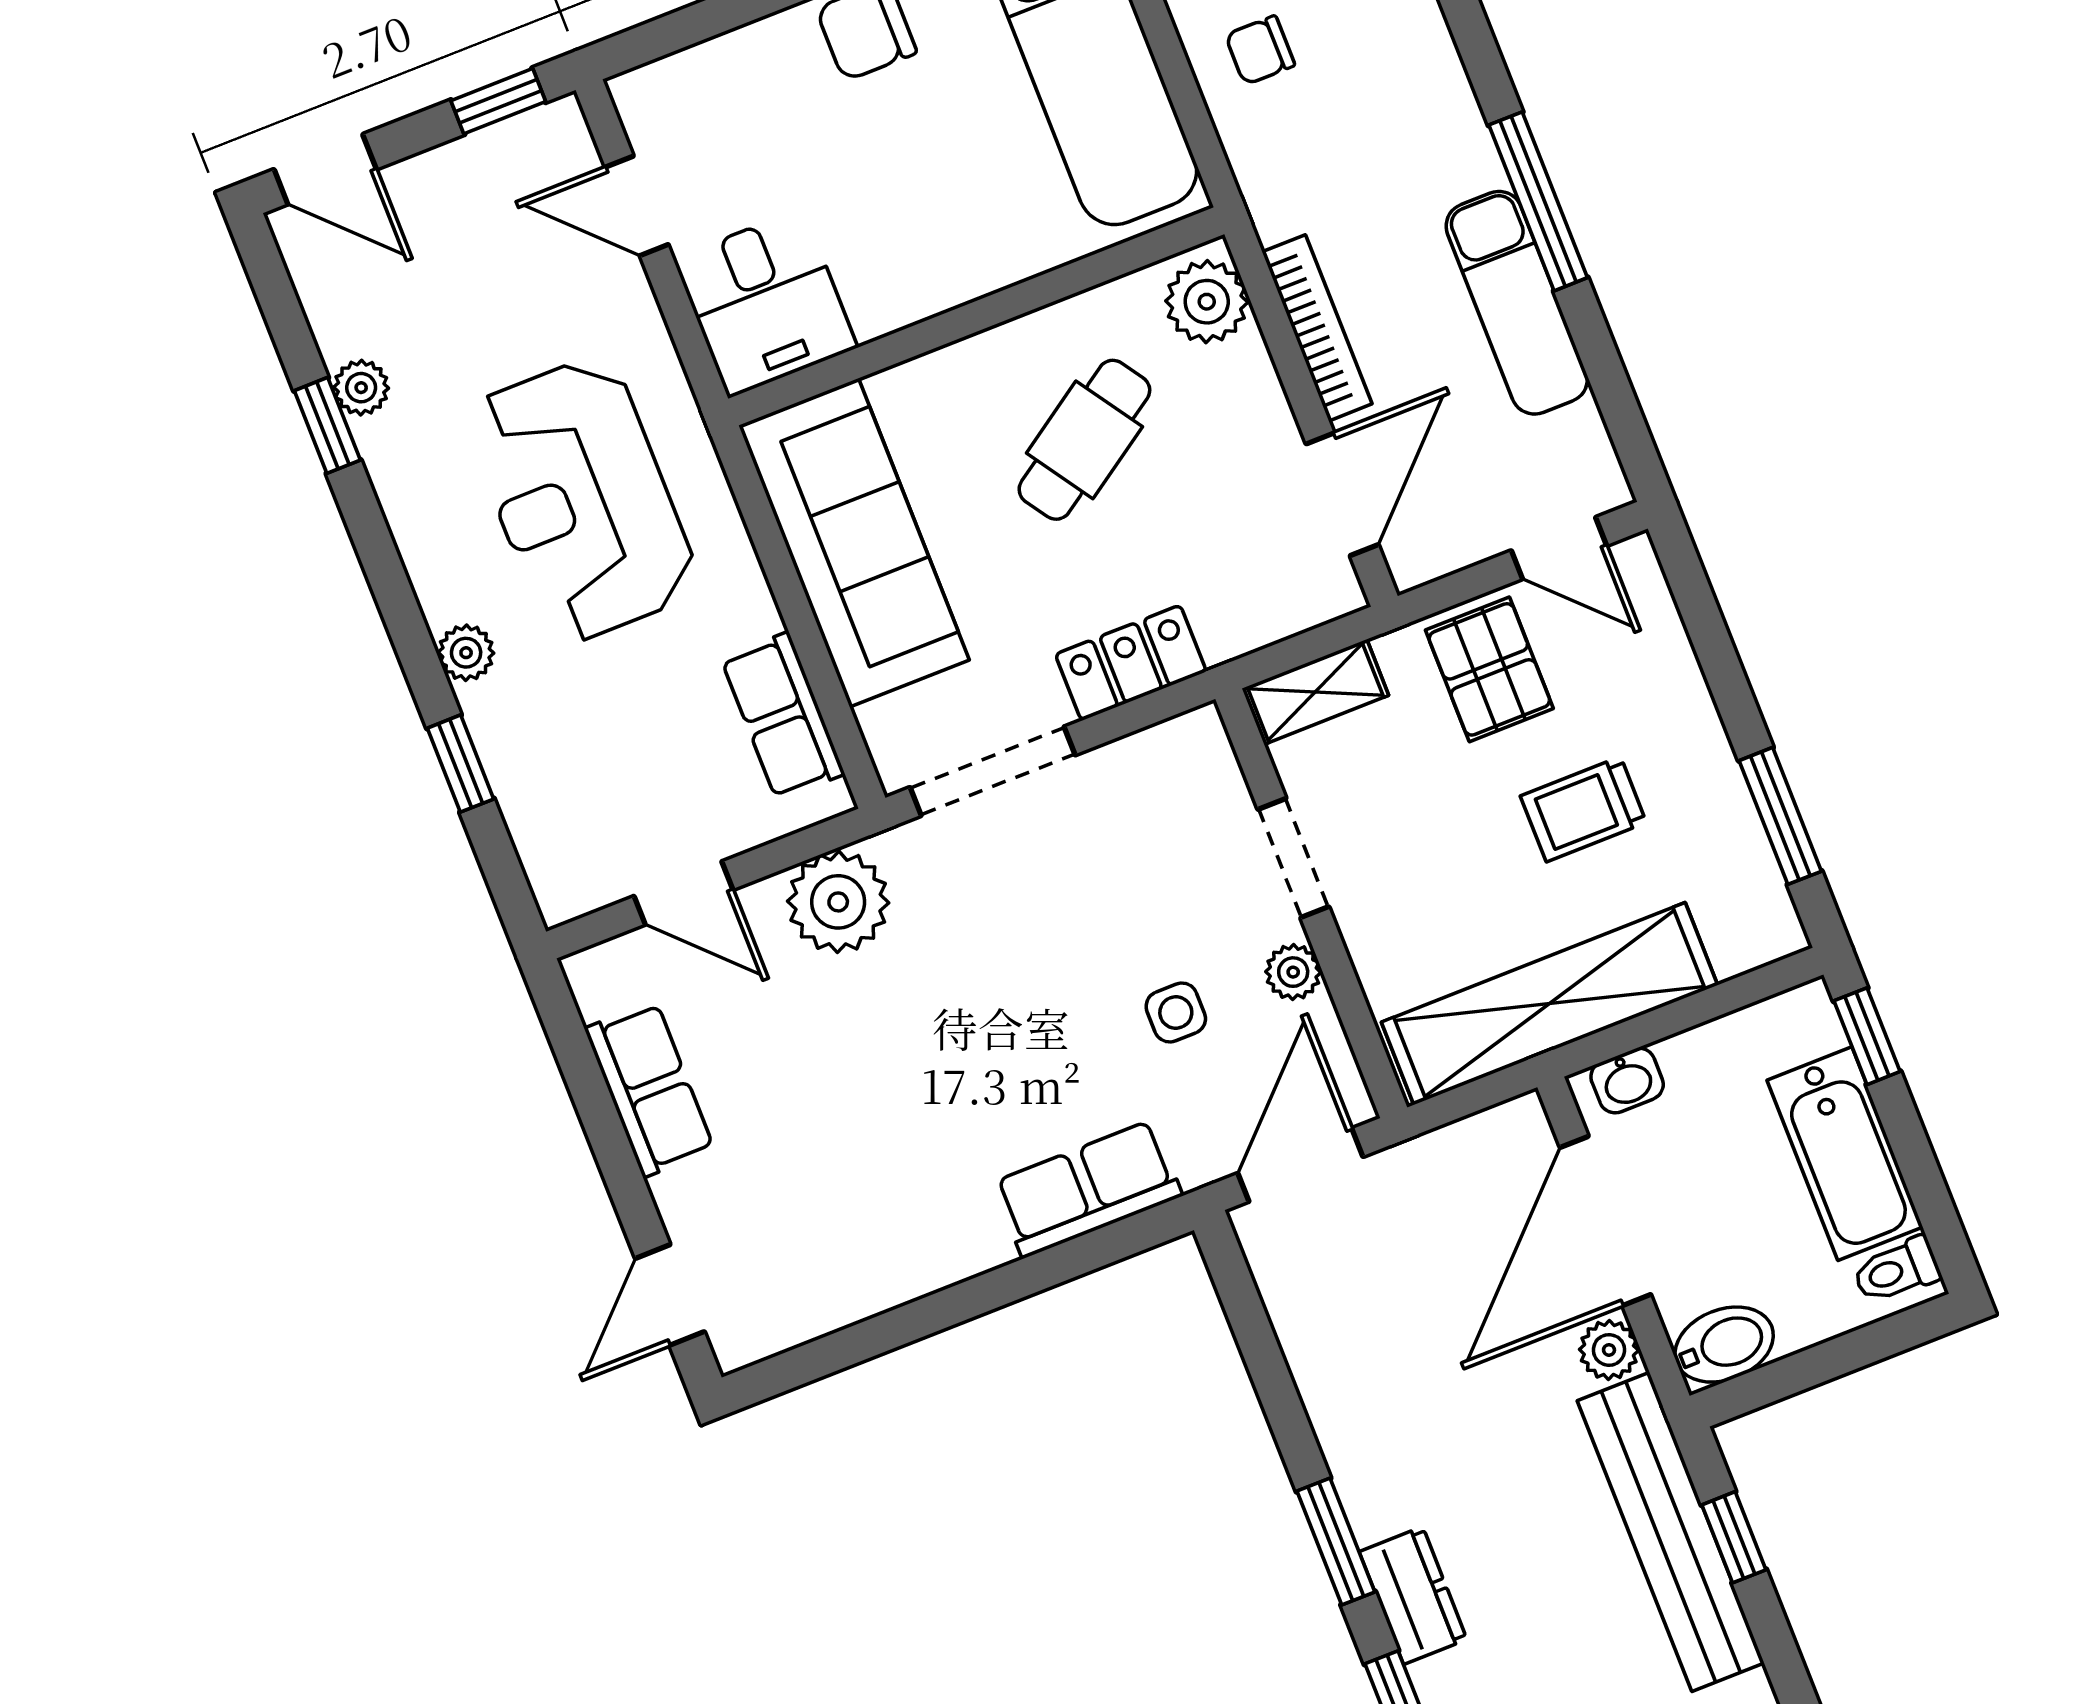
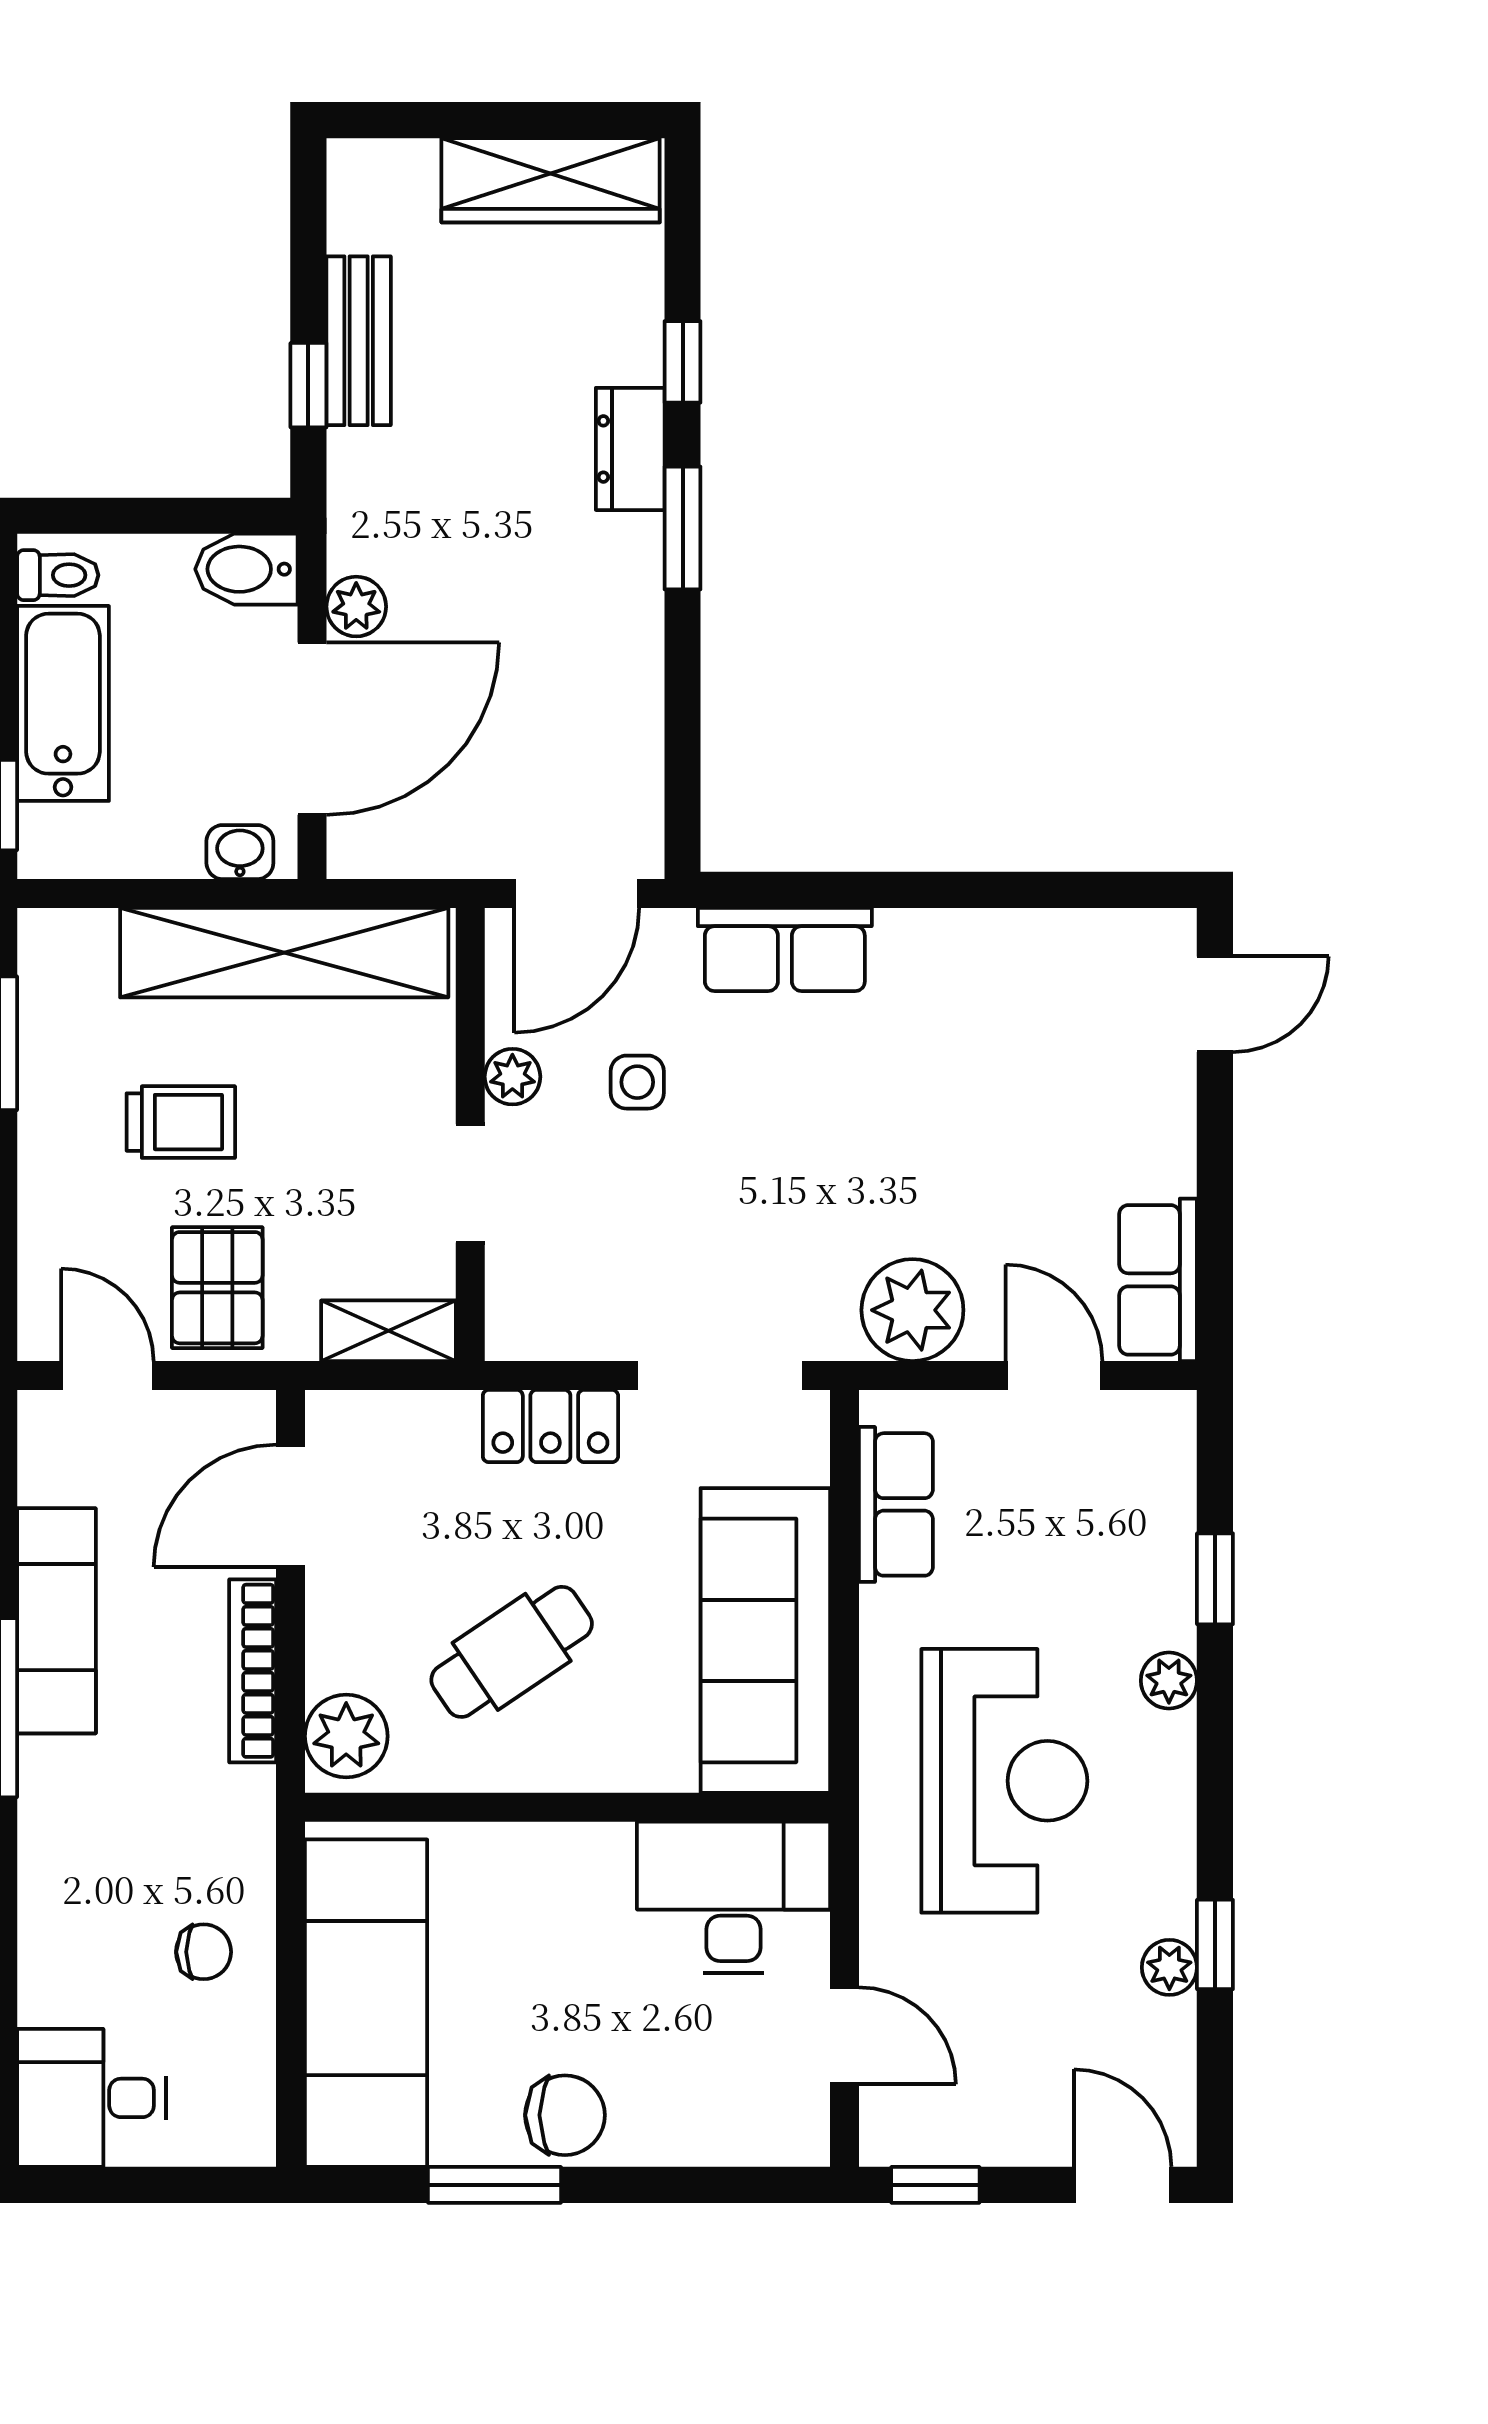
desk: (766, 303) -> (733, 1897), width x1.37
row of seats: (649, 1089) -> (1158, 1280), moved
bench: (1671, 1532) -> (359, 341), width x0.54, depth x0.82

